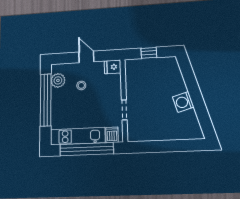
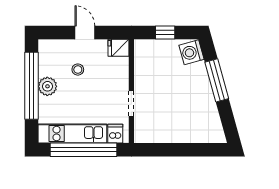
plant: (58, 80) -> (47, 86), moved
window: (193, 88) -> (217, 80), added
washing machine: (183, 102) -> (191, 52), moved

